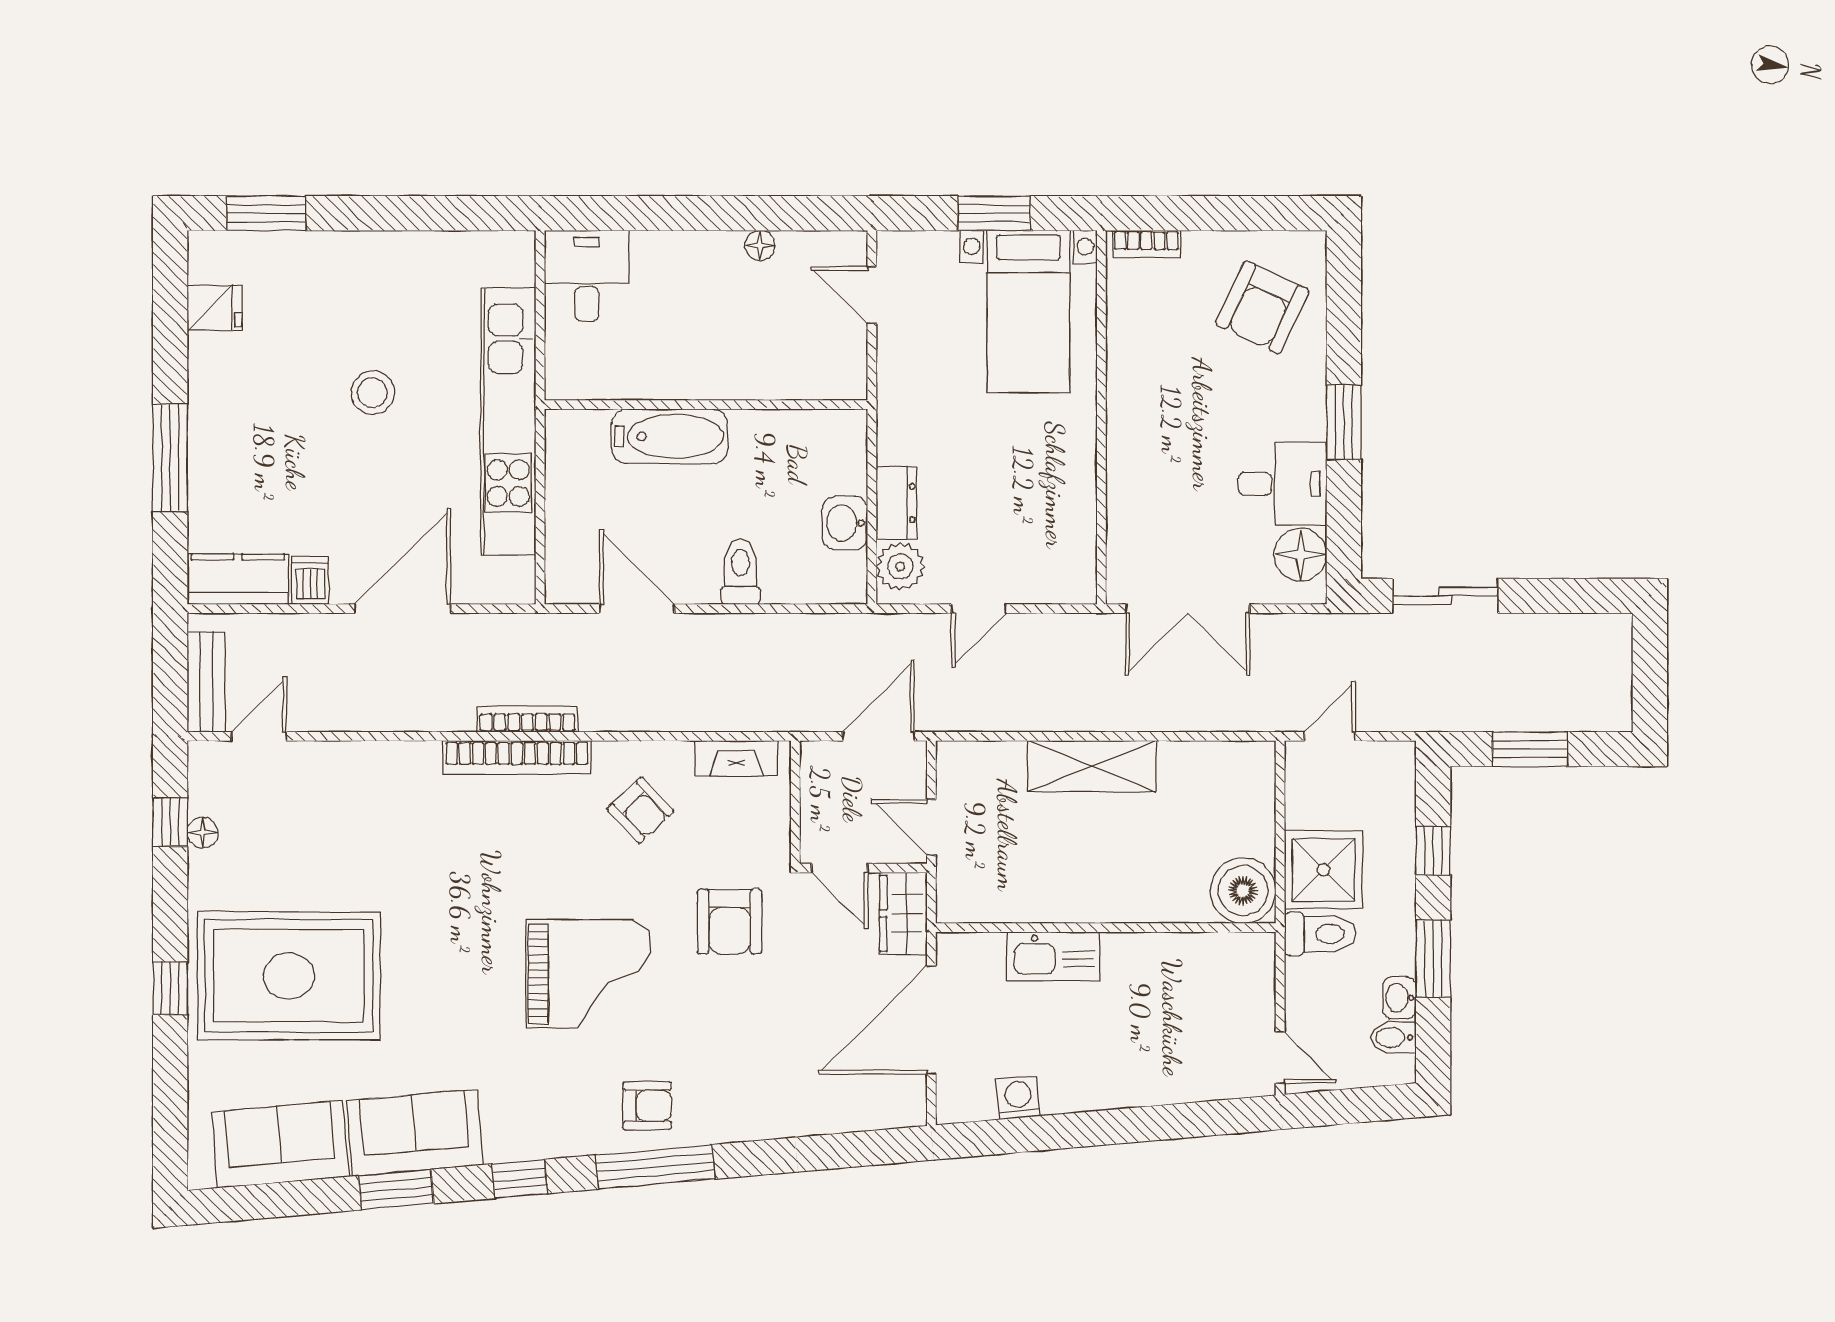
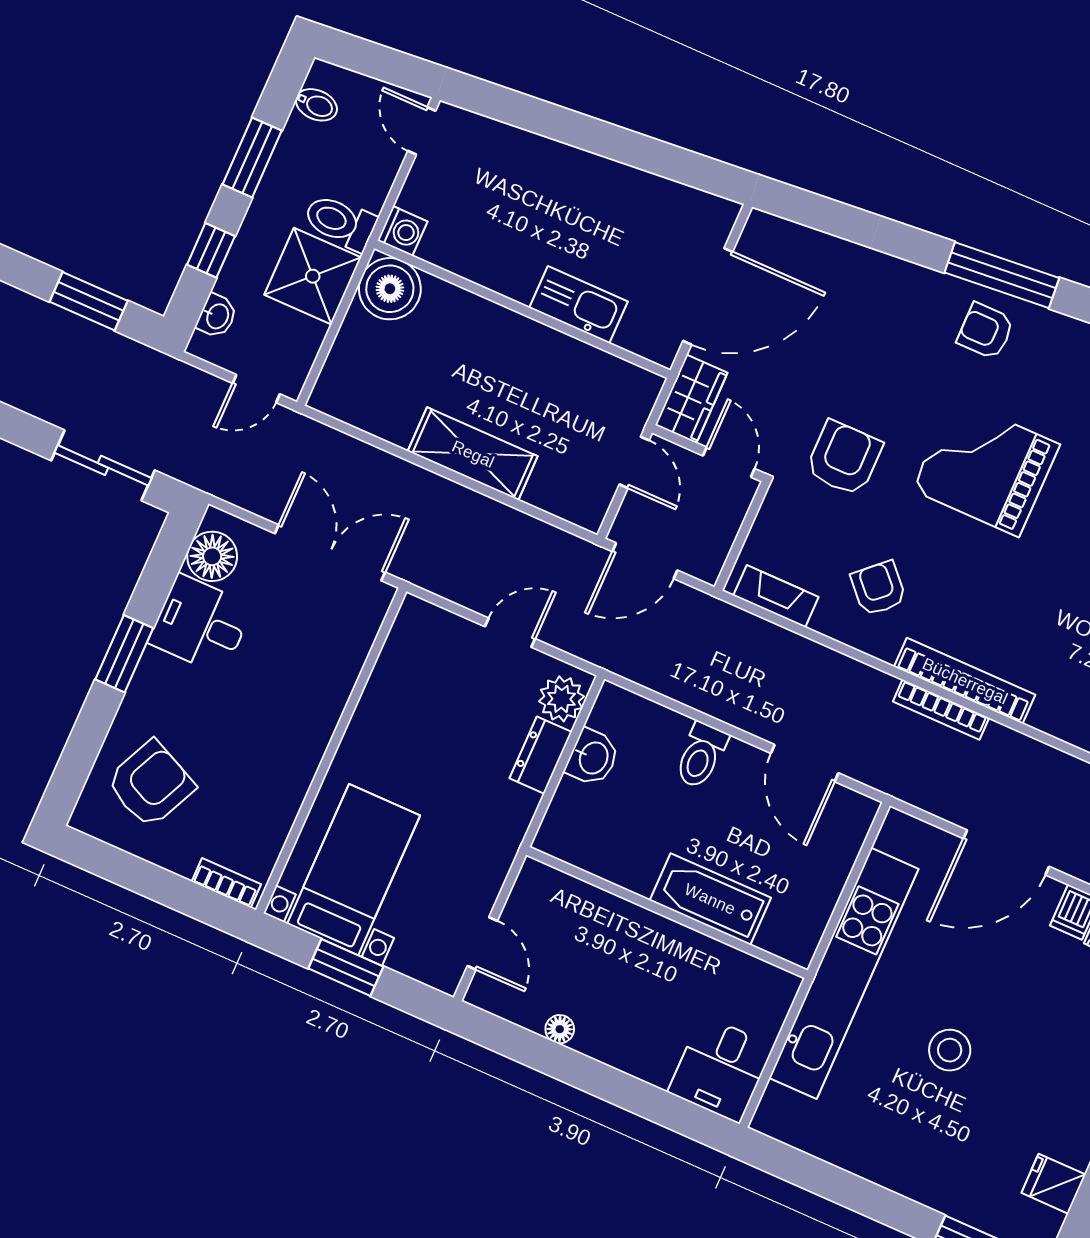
washbasin: (1399, 998) -> (217, 316), moved
washing machine: (1018, 1098) -> (403, 231), moved, turned -85

